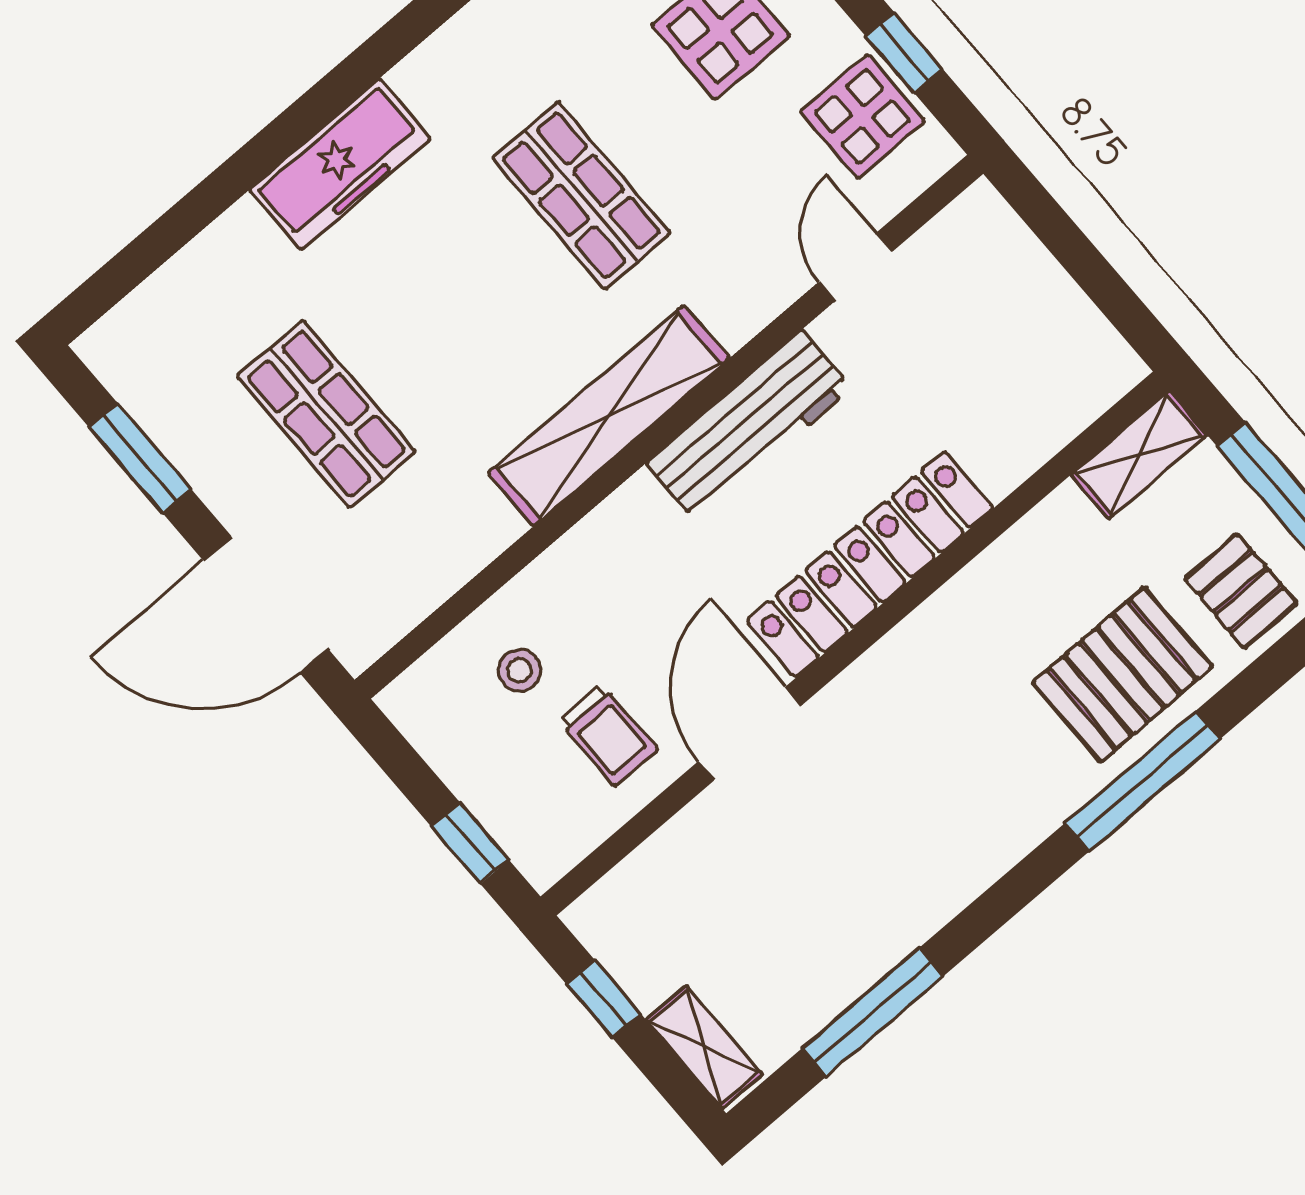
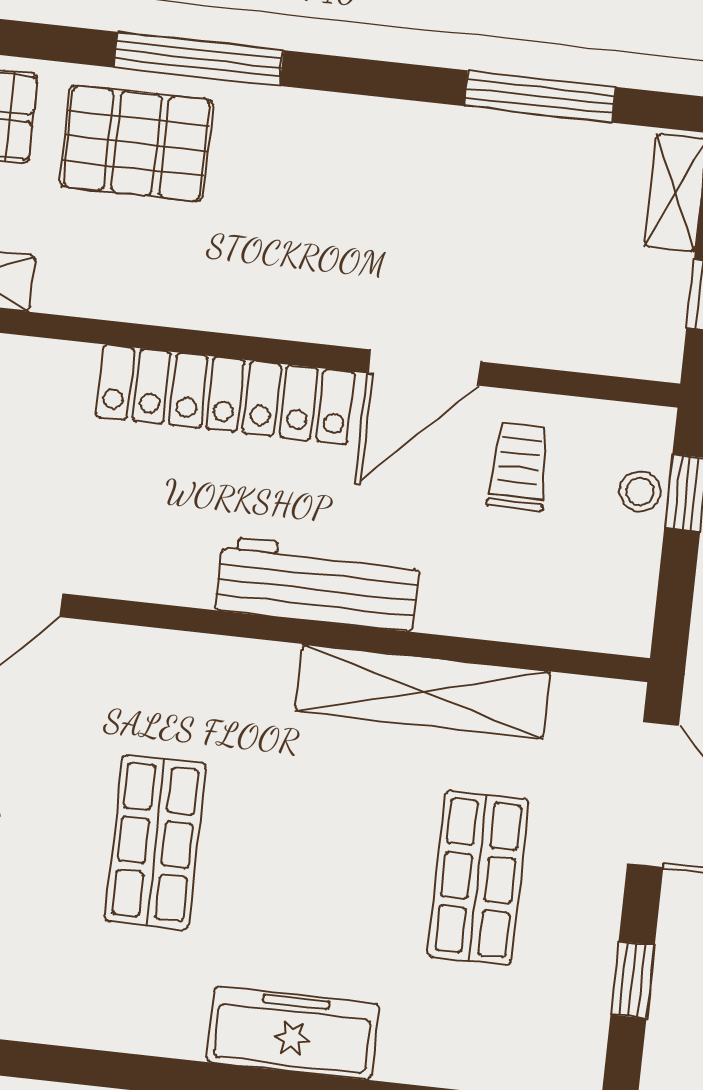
shelving: (609, 416) -> (423, 692), moved
workbench: (749, 426) -> (318, 584), moved
window: (140, 458) -> (633, 980), width x0.67
stool: (520, 670) -> (640, 491), moved

